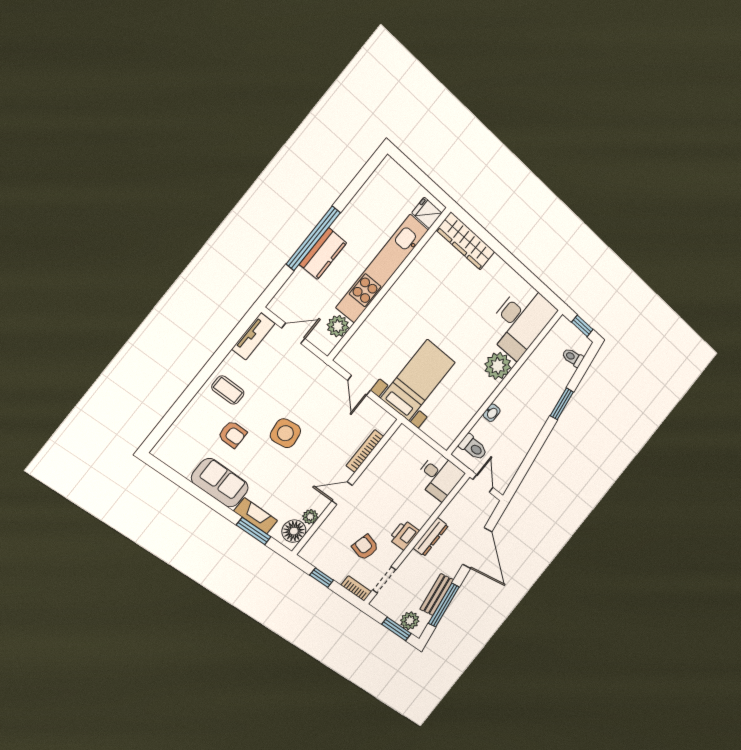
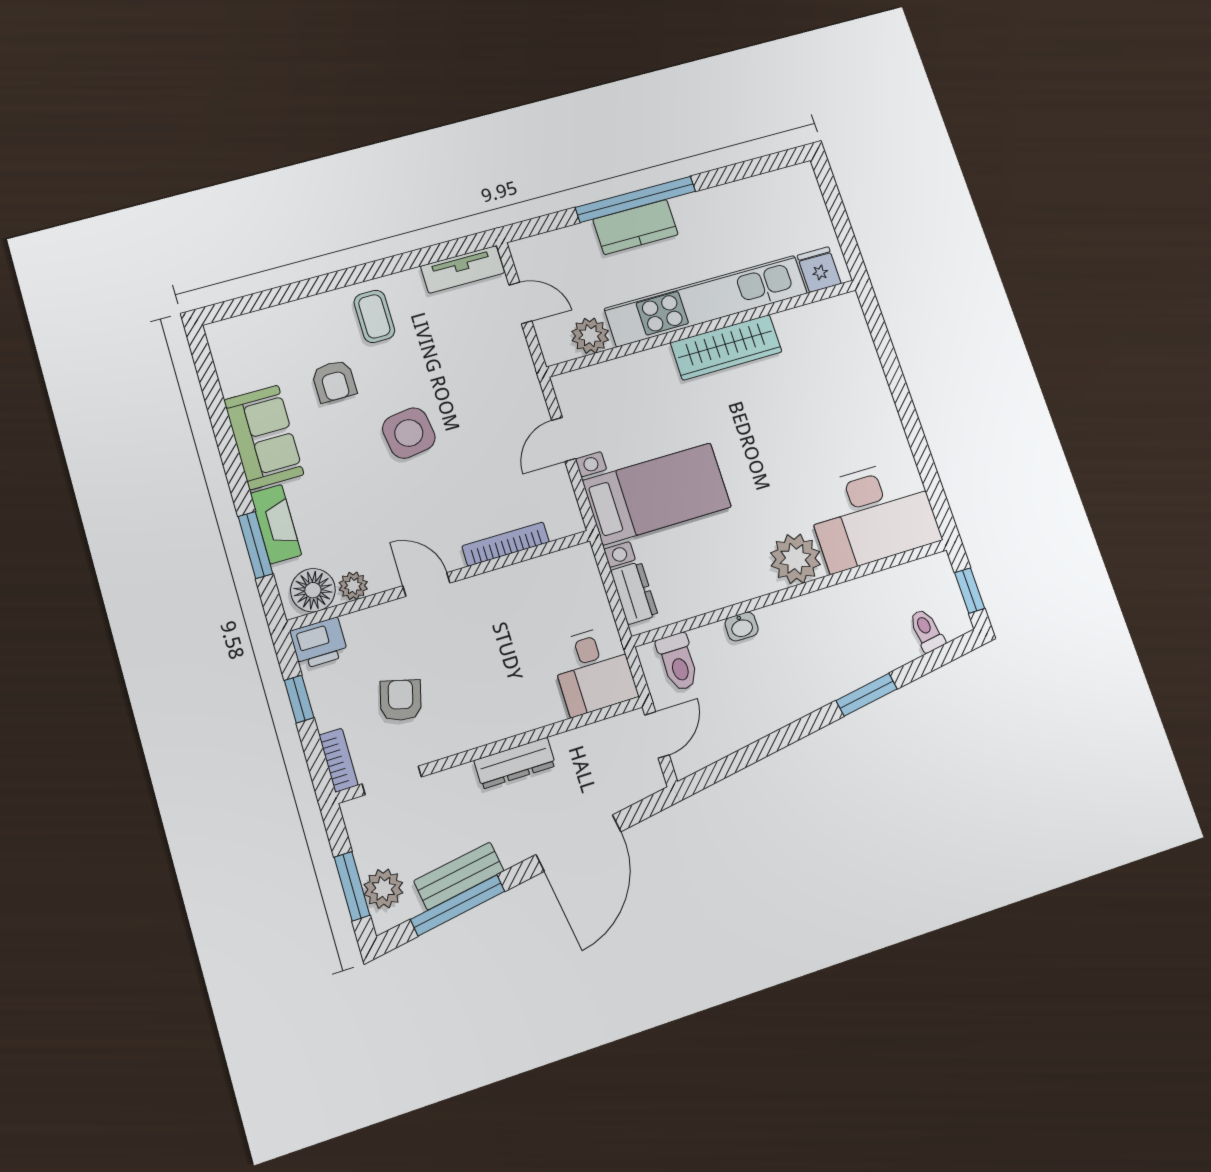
wardrobe: (466, 241) -> (726, 347), moved, turned -90
dresser: (436, 432) -> (634, 593), added
printer: (404, 535) -> (319, 643), moved, turned 180

